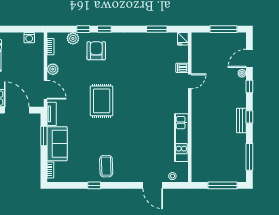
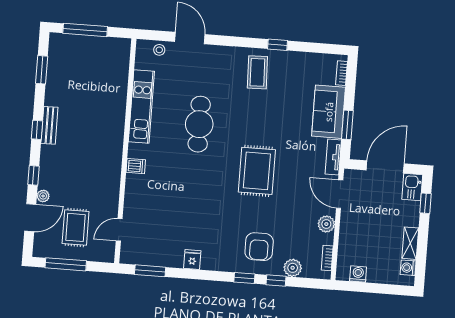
window: (157, 29) -> (150, 271), moved
fridge: (183, 39) -> (192, 260), moved
rug: (219, 54) -> (76, 227), added
dishwasher: (182, 68) -> (136, 166), moved
door: (190, 81) -> (119, 230), moved
door: (17, 110) -> (385, 167), swing flipped
cafe table: (142, 129) -> (199, 124), added
window: (249, 157) -> (42, 70), width x0.69

